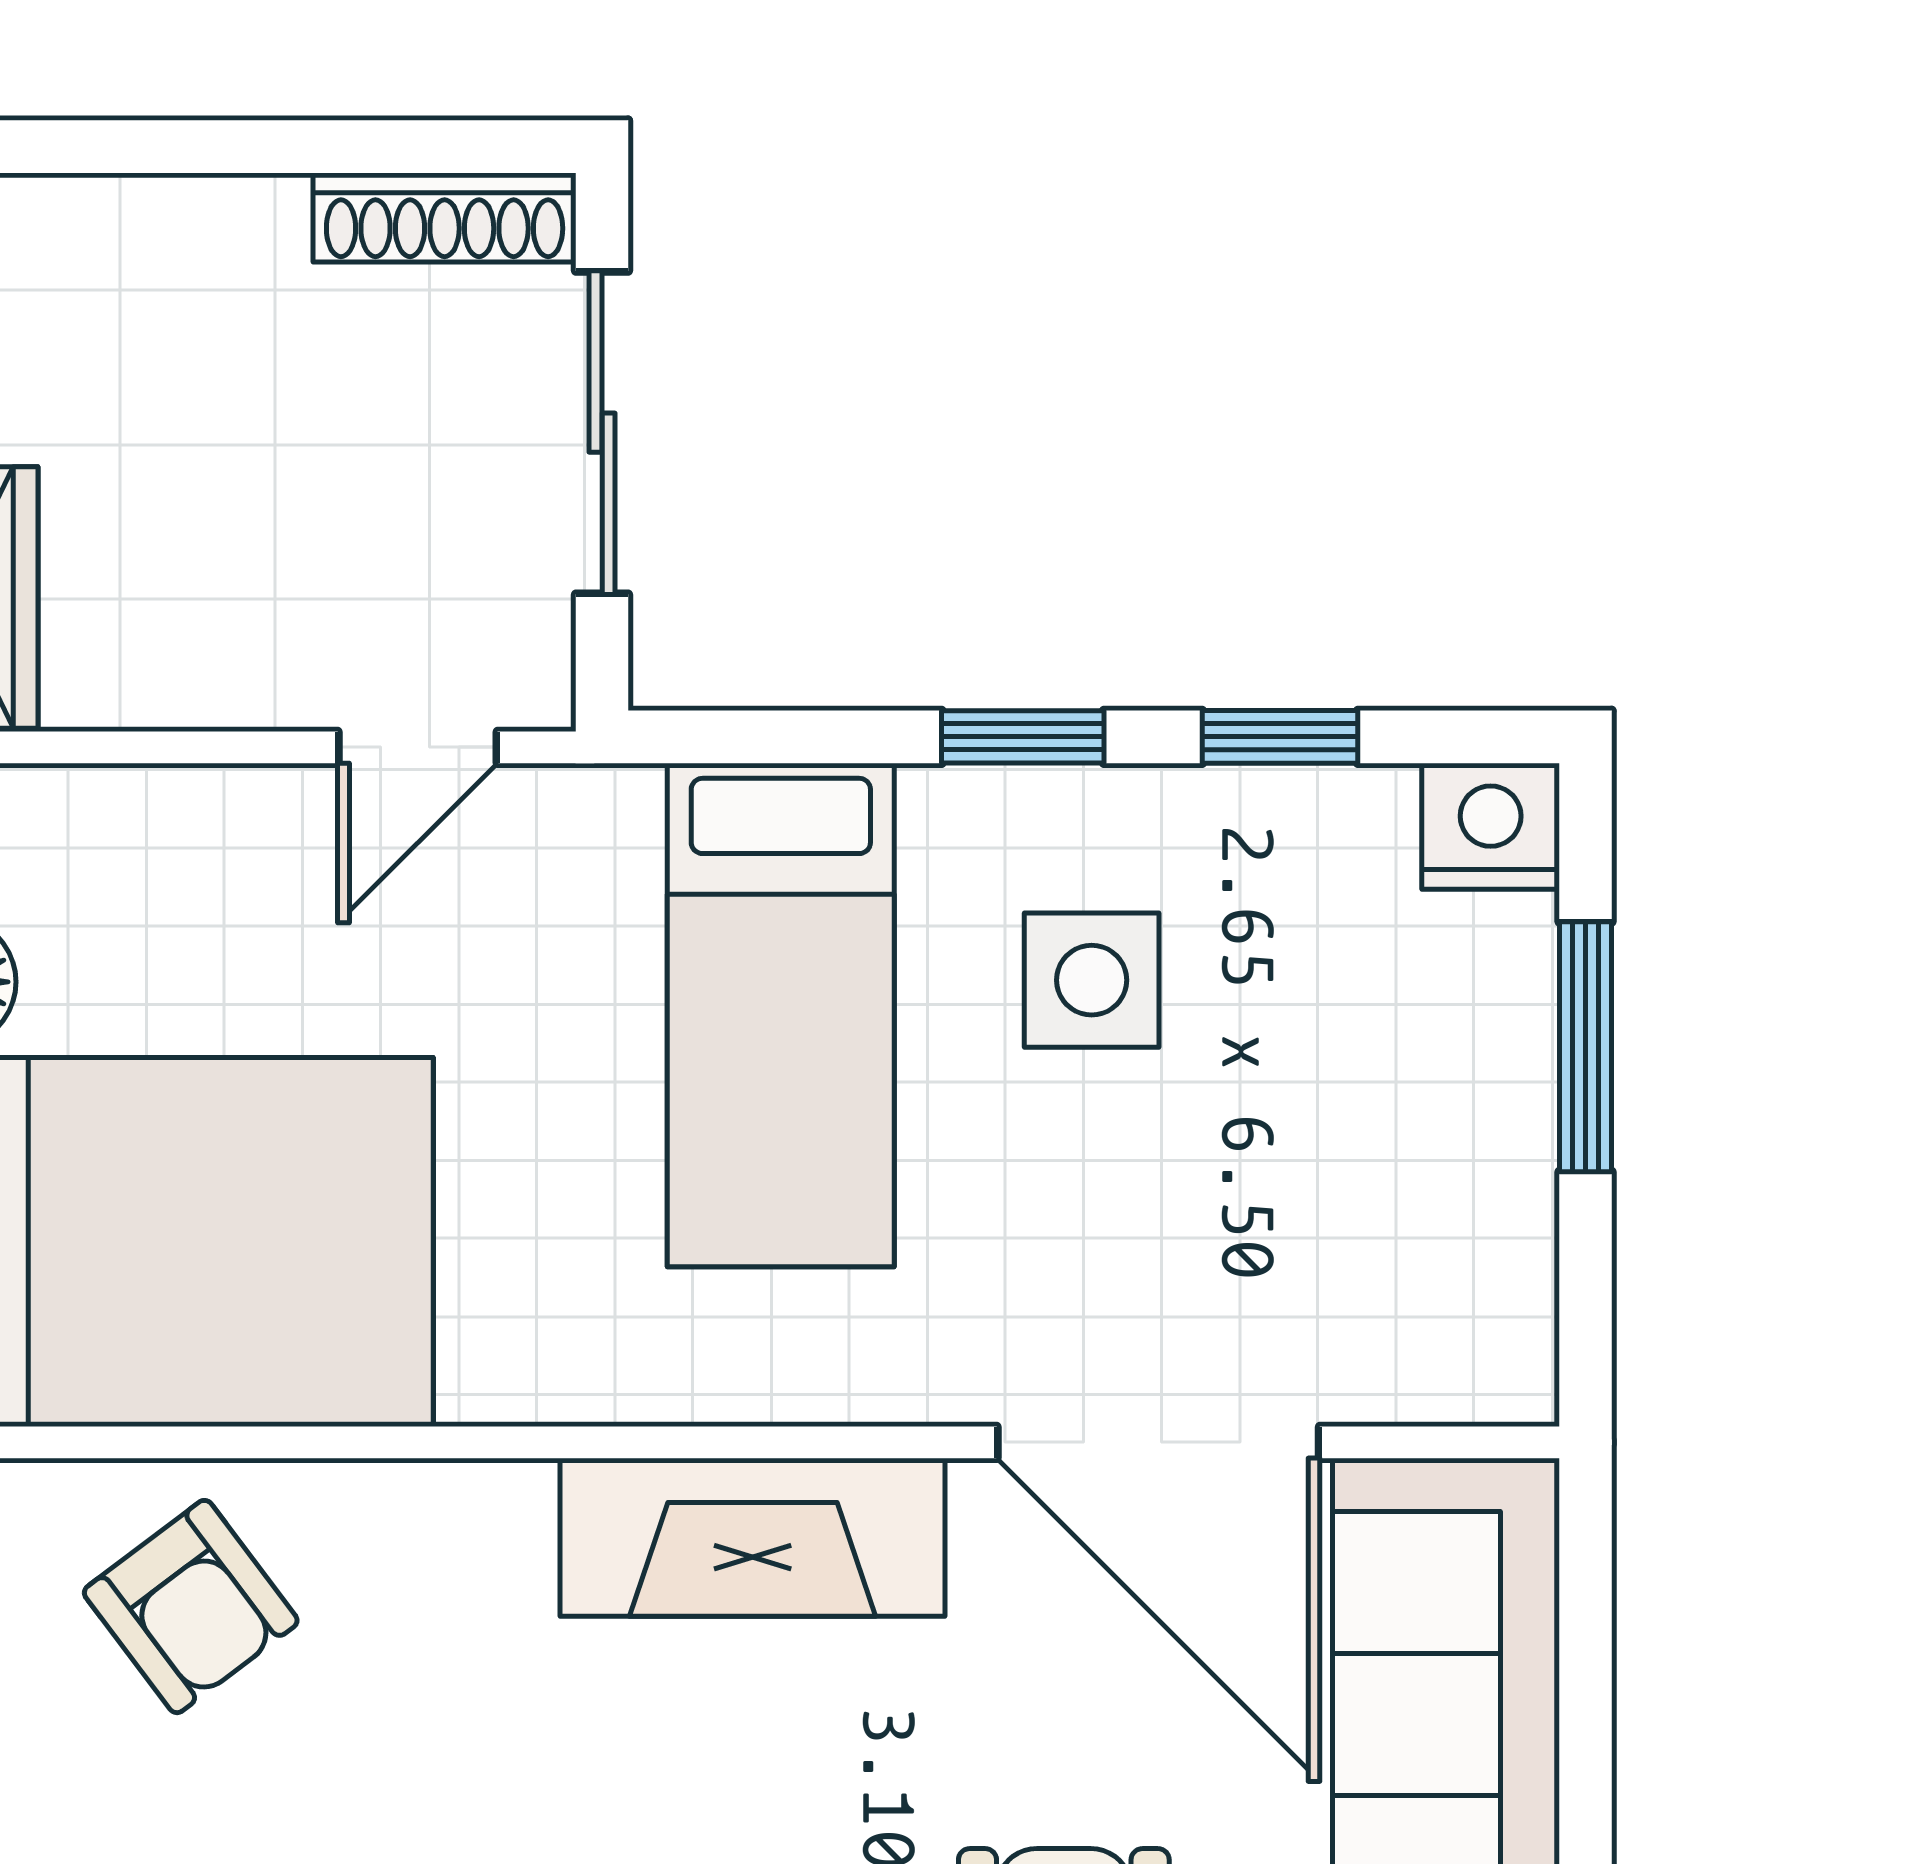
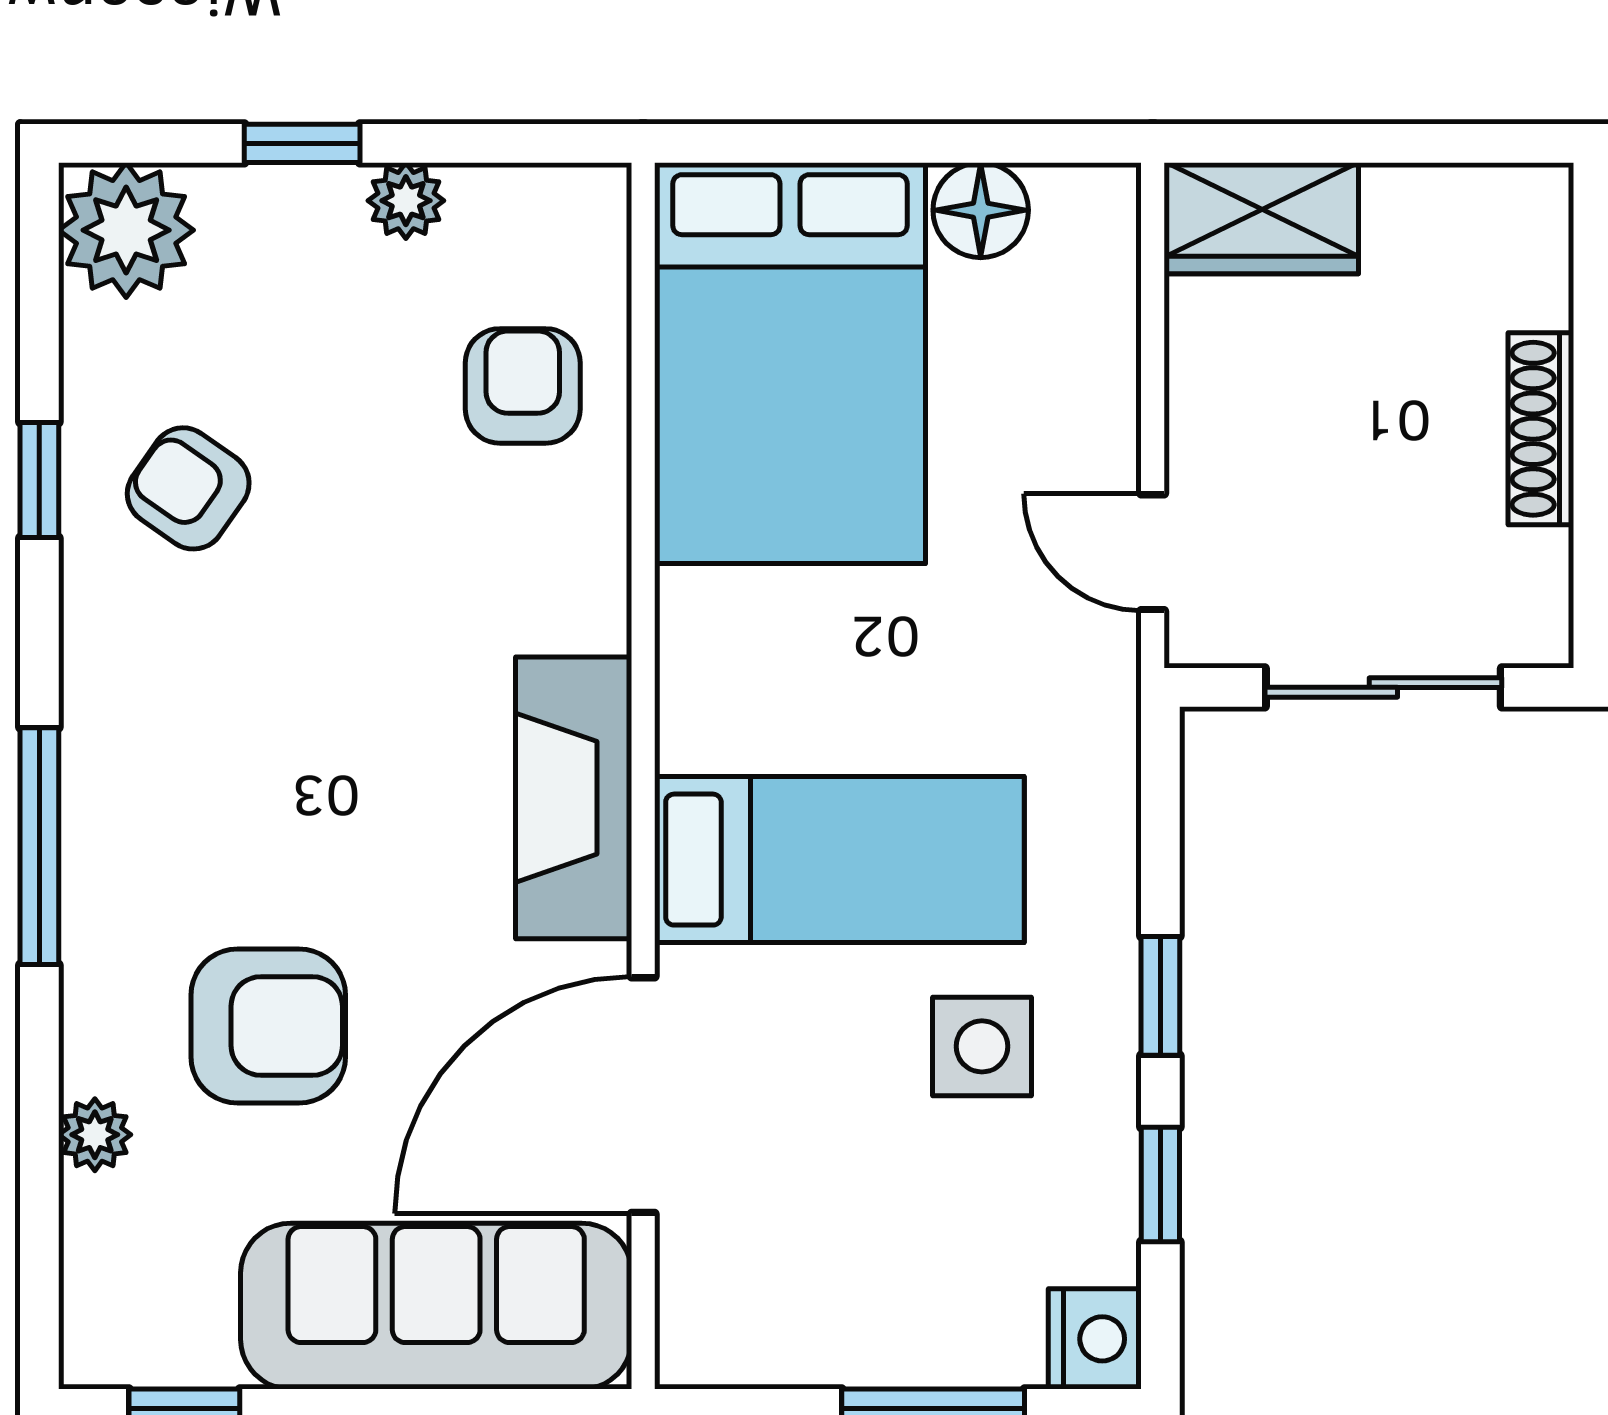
shoe rack: (445, 218) -> (1541, 429), moved
bed: (781, 1015) -> (839, 860), moved, turned 180
armchair: (191, 1607) -> (523, 386), turned 127

